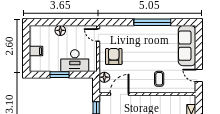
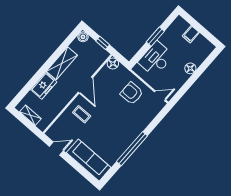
armchair: (114, 56) -> (132, 93), turned 180
floor lamp: (104, 77) -> (113, 64), moved
door: (120, 94) -> (85, 85), moved

